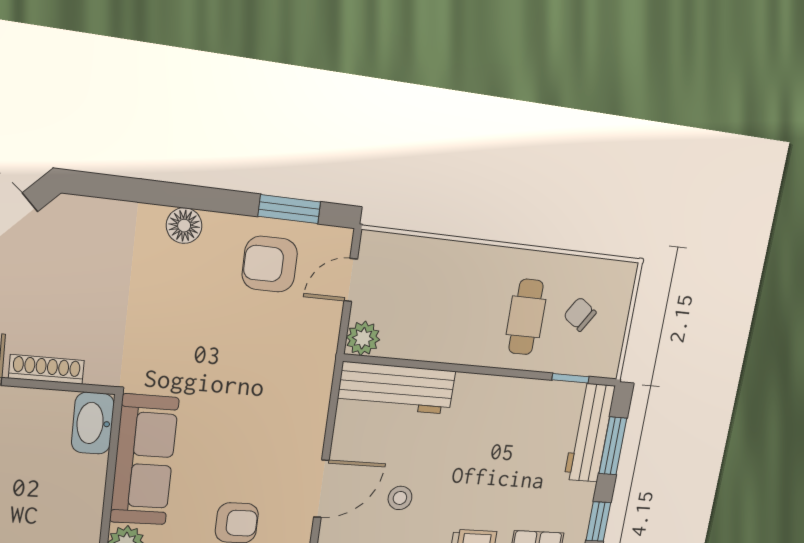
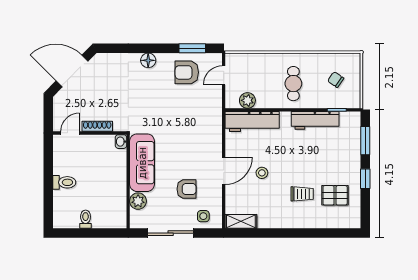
cafe table: (526, 317) -> (293, 84), moved
plant: (363, 338) -> (247, 100), moved
washbasin: (93, 423) -> (121, 142), width x0.52, depth x0.69
workbench: (589, 433) -> (315, 120), moved, turned -90

